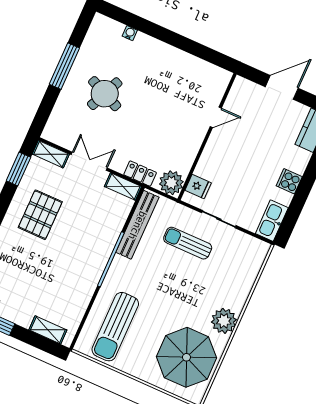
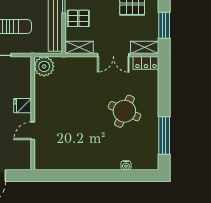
window: (64, 66) -> (164, 136), moved
locker: (140, 174) -> (146, 63), moved
fridge: (198, 187) -> (23, 106), moved
pallet: (110, 219) -> (78, 18), added

